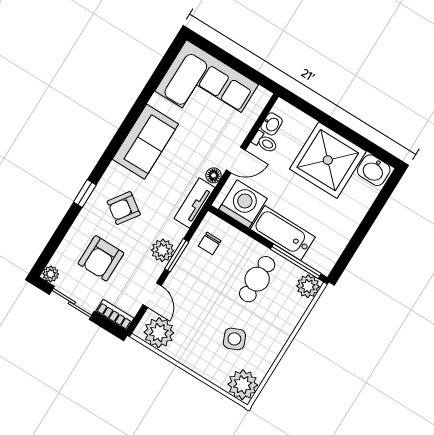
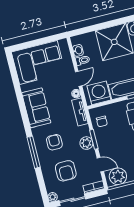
window: (85, 194) -> (34, 152), width x2.17
armchair: (124, 208) -> (54, 142), turned 145

